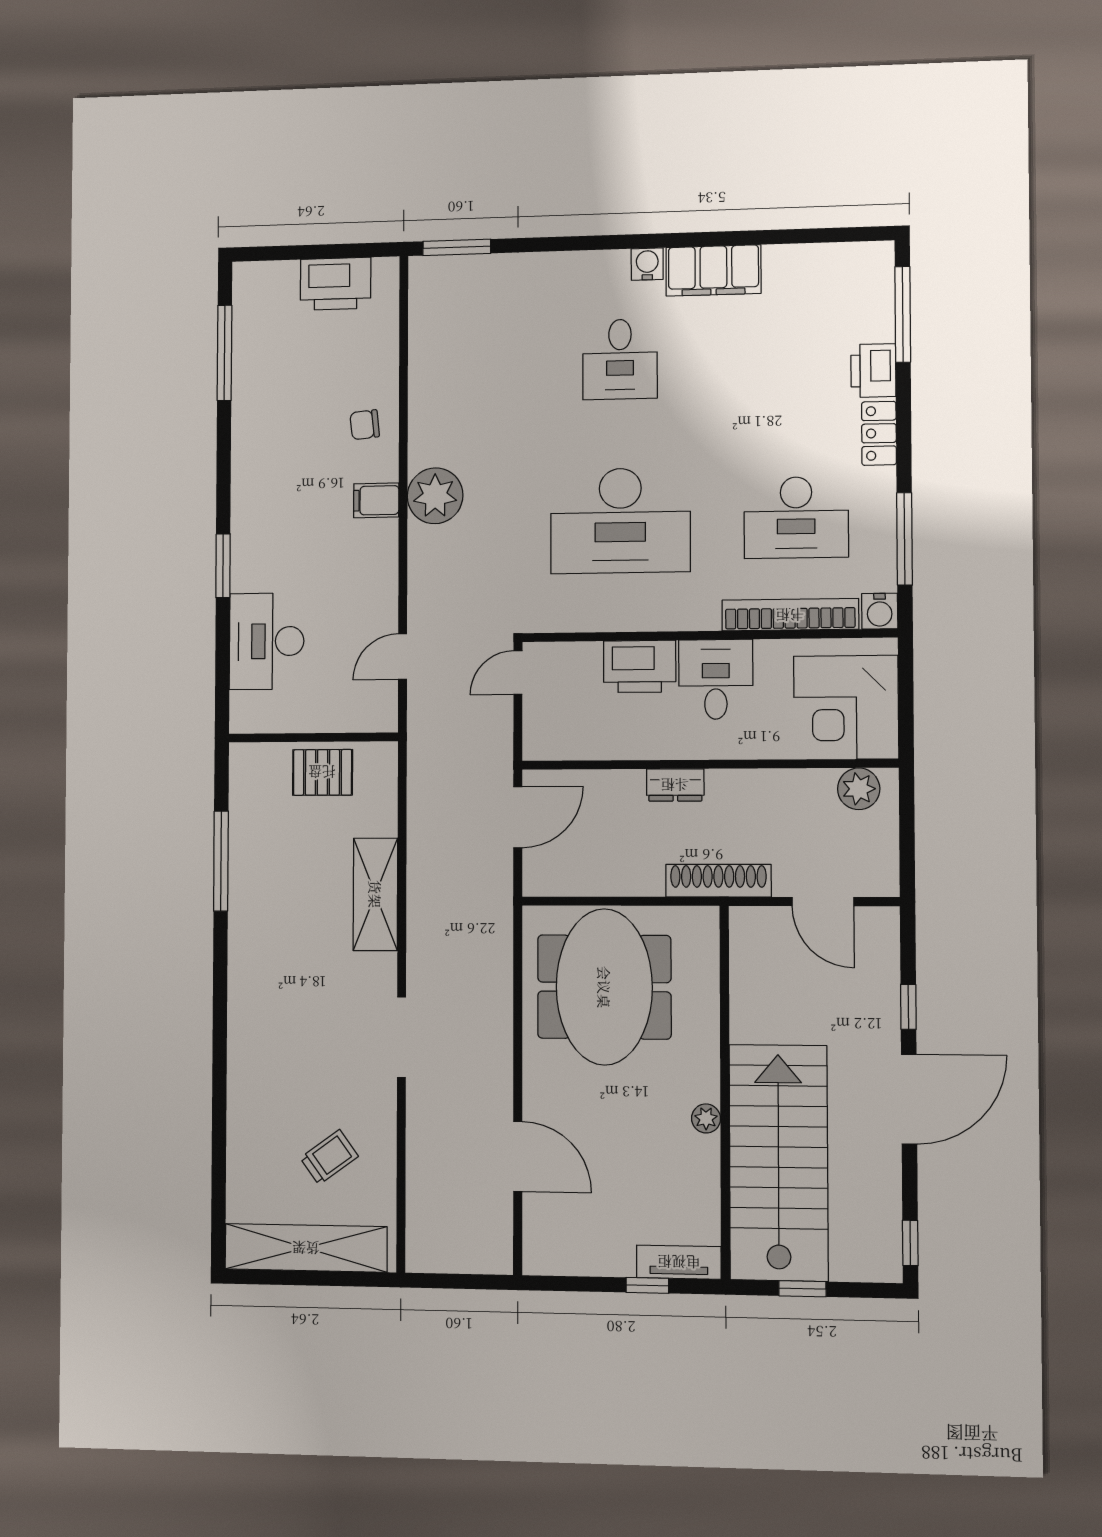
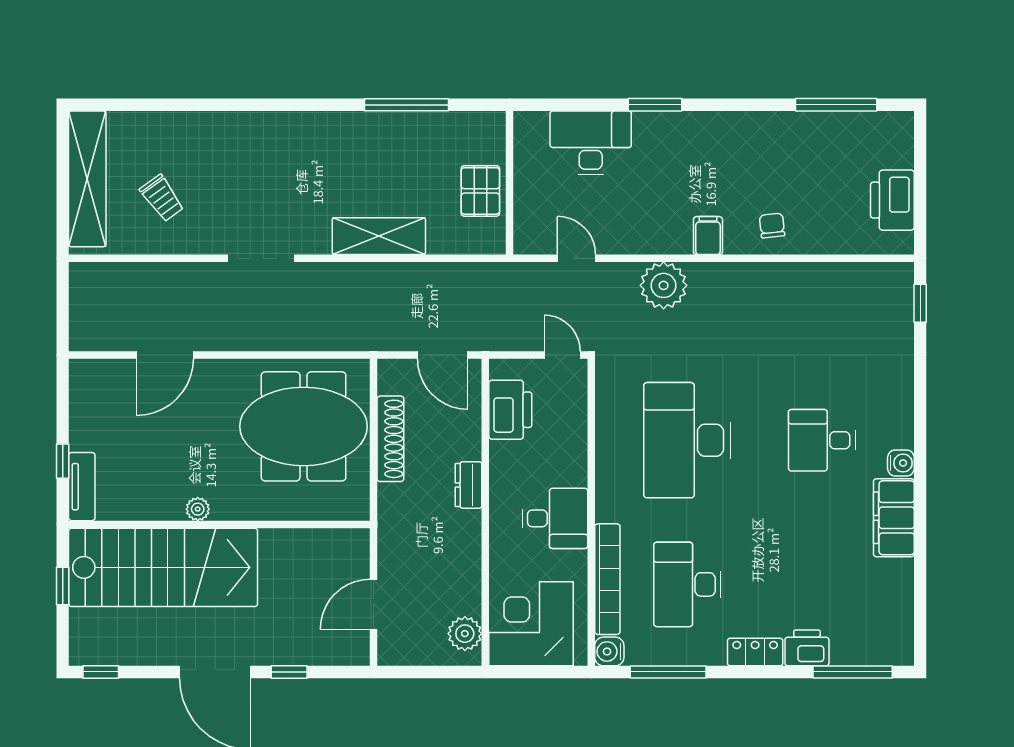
window: (457, 247) -> (920, 303), width x0.67
plant: (435, 496) -> (664, 285), moved
printer: (640, 666) -> (510, 410), moved, turned 180
shoe rack: (718, 881) -> (390, 439), moved

